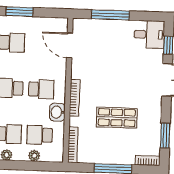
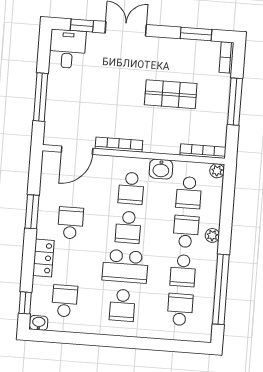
school desk: (41, 89) -> (131, 188), turned 180
bookcase: (75, 98) -> (119, 145), moved
shop shelf: (117, 118) -> (171, 94), turned 90
plant: (34, 156) -> (217, 171), moved

